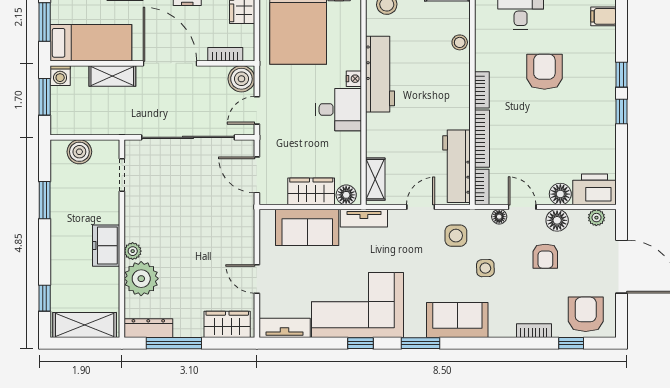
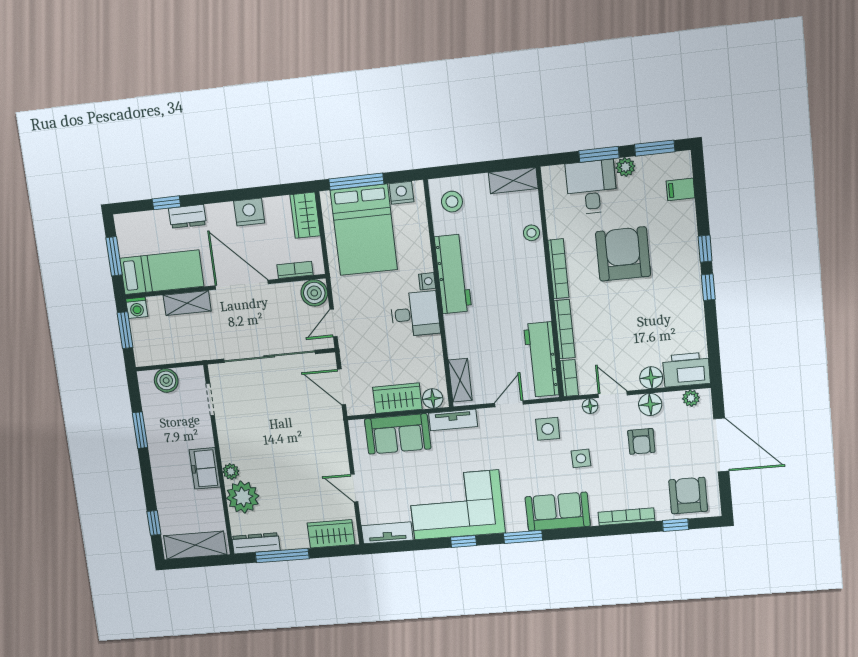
armchair: (544, 72) -> (623, 254), width x1.36, depth x1.36
bookcase: (482, 90) -> (558, 269), width x1.56
bookcase: (534, 331) -> (626, 517), width x1.56

